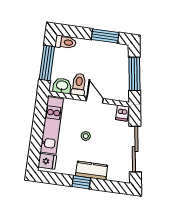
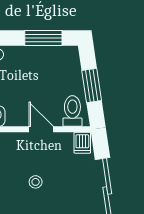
window: (134, 74) -> (92, 85), width x0.69
toilet: (79, 84) -> (72, 111), moved

